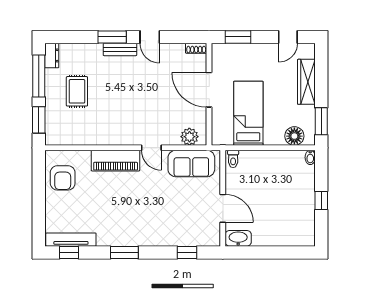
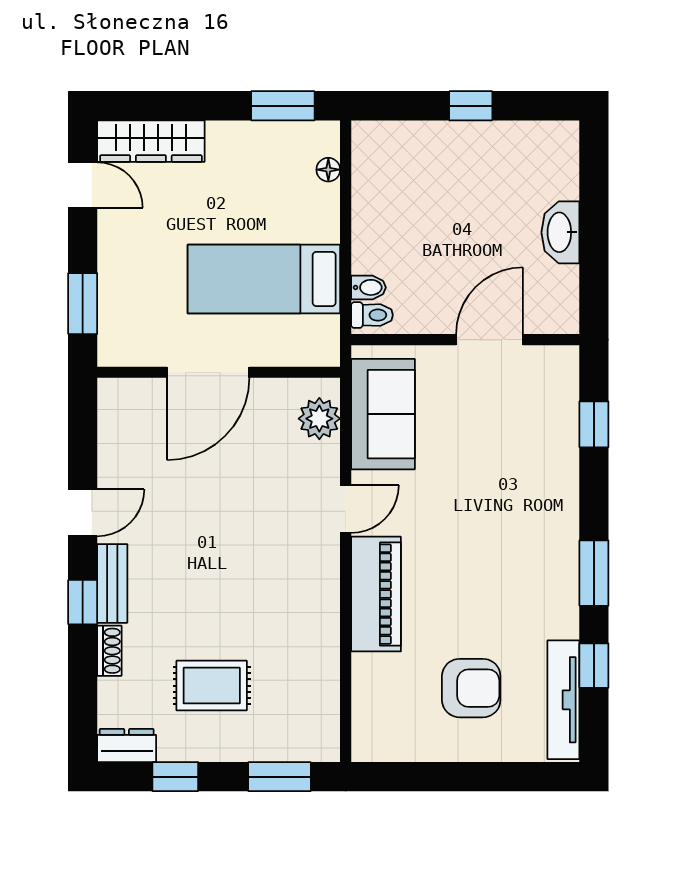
window: (112, 37) -> (83, 602), width x0.67
shoe rack: (196, 48) -> (109, 651), moved
window: (39, 76) -> (175, 777), width x0.46
wardrobe: (306, 82) -> (151, 141), moved
floor lamp: (294, 136) -> (328, 170), width x0.53, depth x0.53
bidet: (310, 157) -> (368, 287), moved
armchair: (63, 178) -> (471, 688), moved
washbasin: (238, 238) -> (560, 232), moved
window: (69, 252) -> (594, 666), moved

